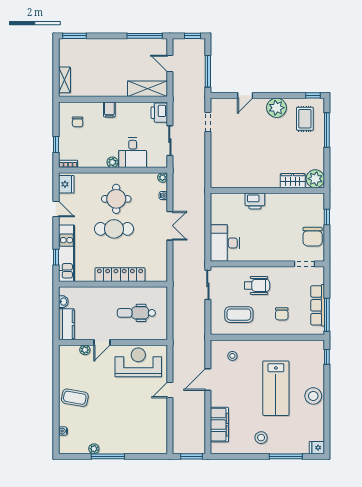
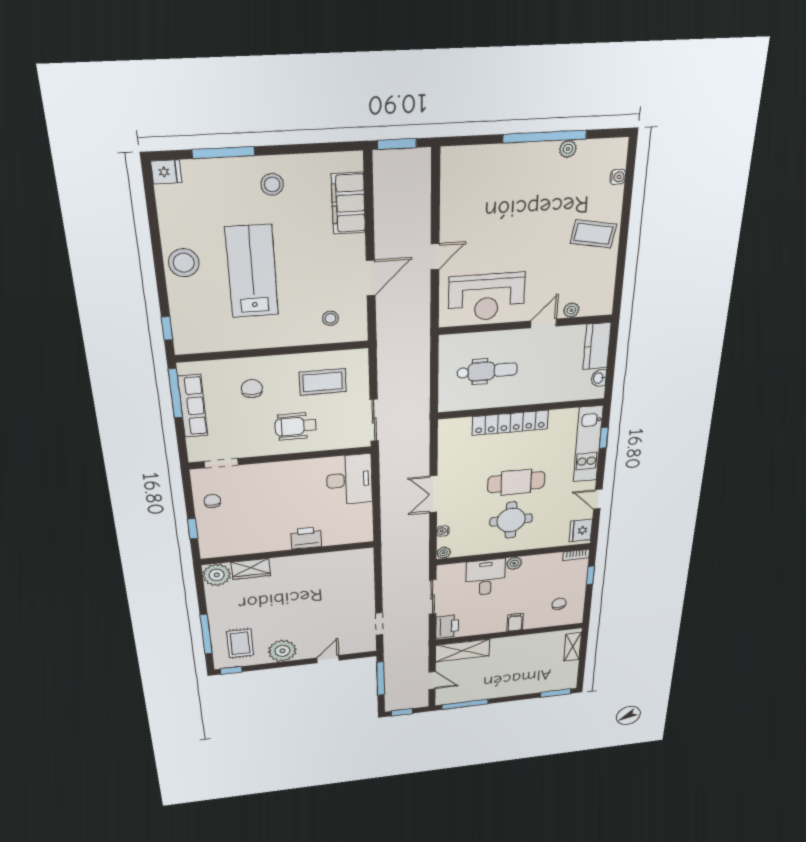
chair: (313, 237) -> (212, 501), width x0.54, depth x0.54
window: (108, 456) -> (545, 137), width x1.46

